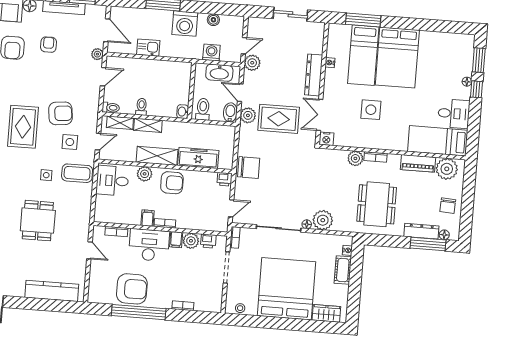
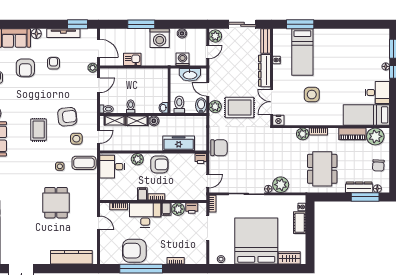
bench: (318, 38) -> (266, 41), added
bed: (397, 58) -> (329, 52), removed
plant: (252, 63) -> (215, 36), moved
rug: (23, 127) -> (39, 130), width x0.73, depth x0.70
boiler: (169, 127) -> (154, 121), added
shelving: (157, 156) -> (146, 144), removed
armchair: (132, 289) -> (134, 251), turned 180

